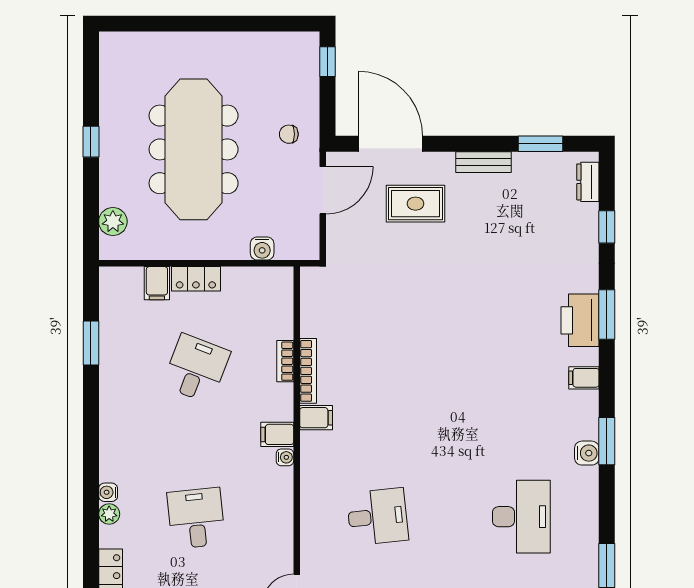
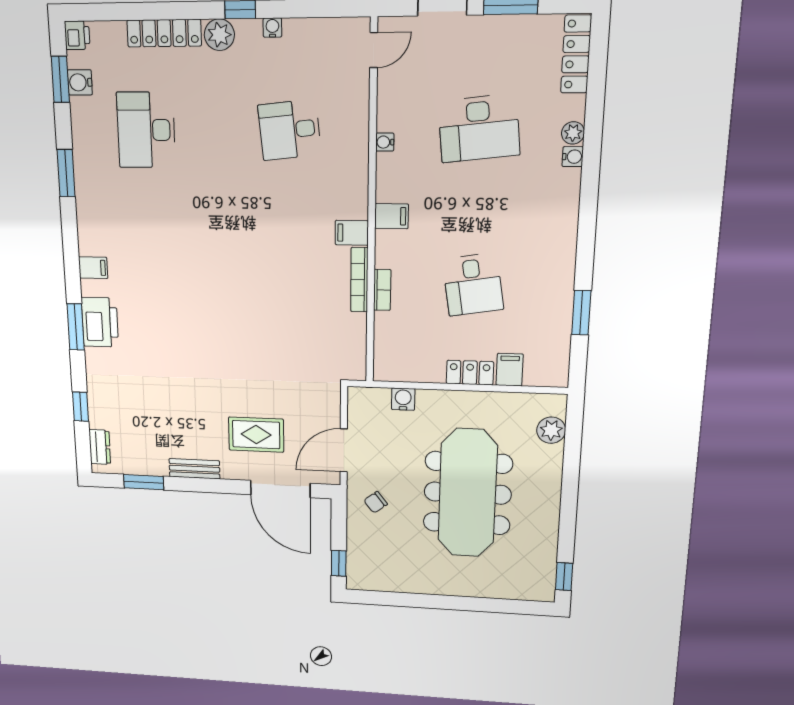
chair: (289, 134) -> (376, 502), turned 142
window: (91, 142) -> (564, 577), moved
desk: (196, 369) -> (473, 284), turned -30
window: (607, 441) -> (66, 173), moved
water cooler: (587, 453) -> (80, 82), moved
water cooler: (285, 457) -> (385, 142), moved
desk: (196, 518) -> (479, 128), width x1.37

